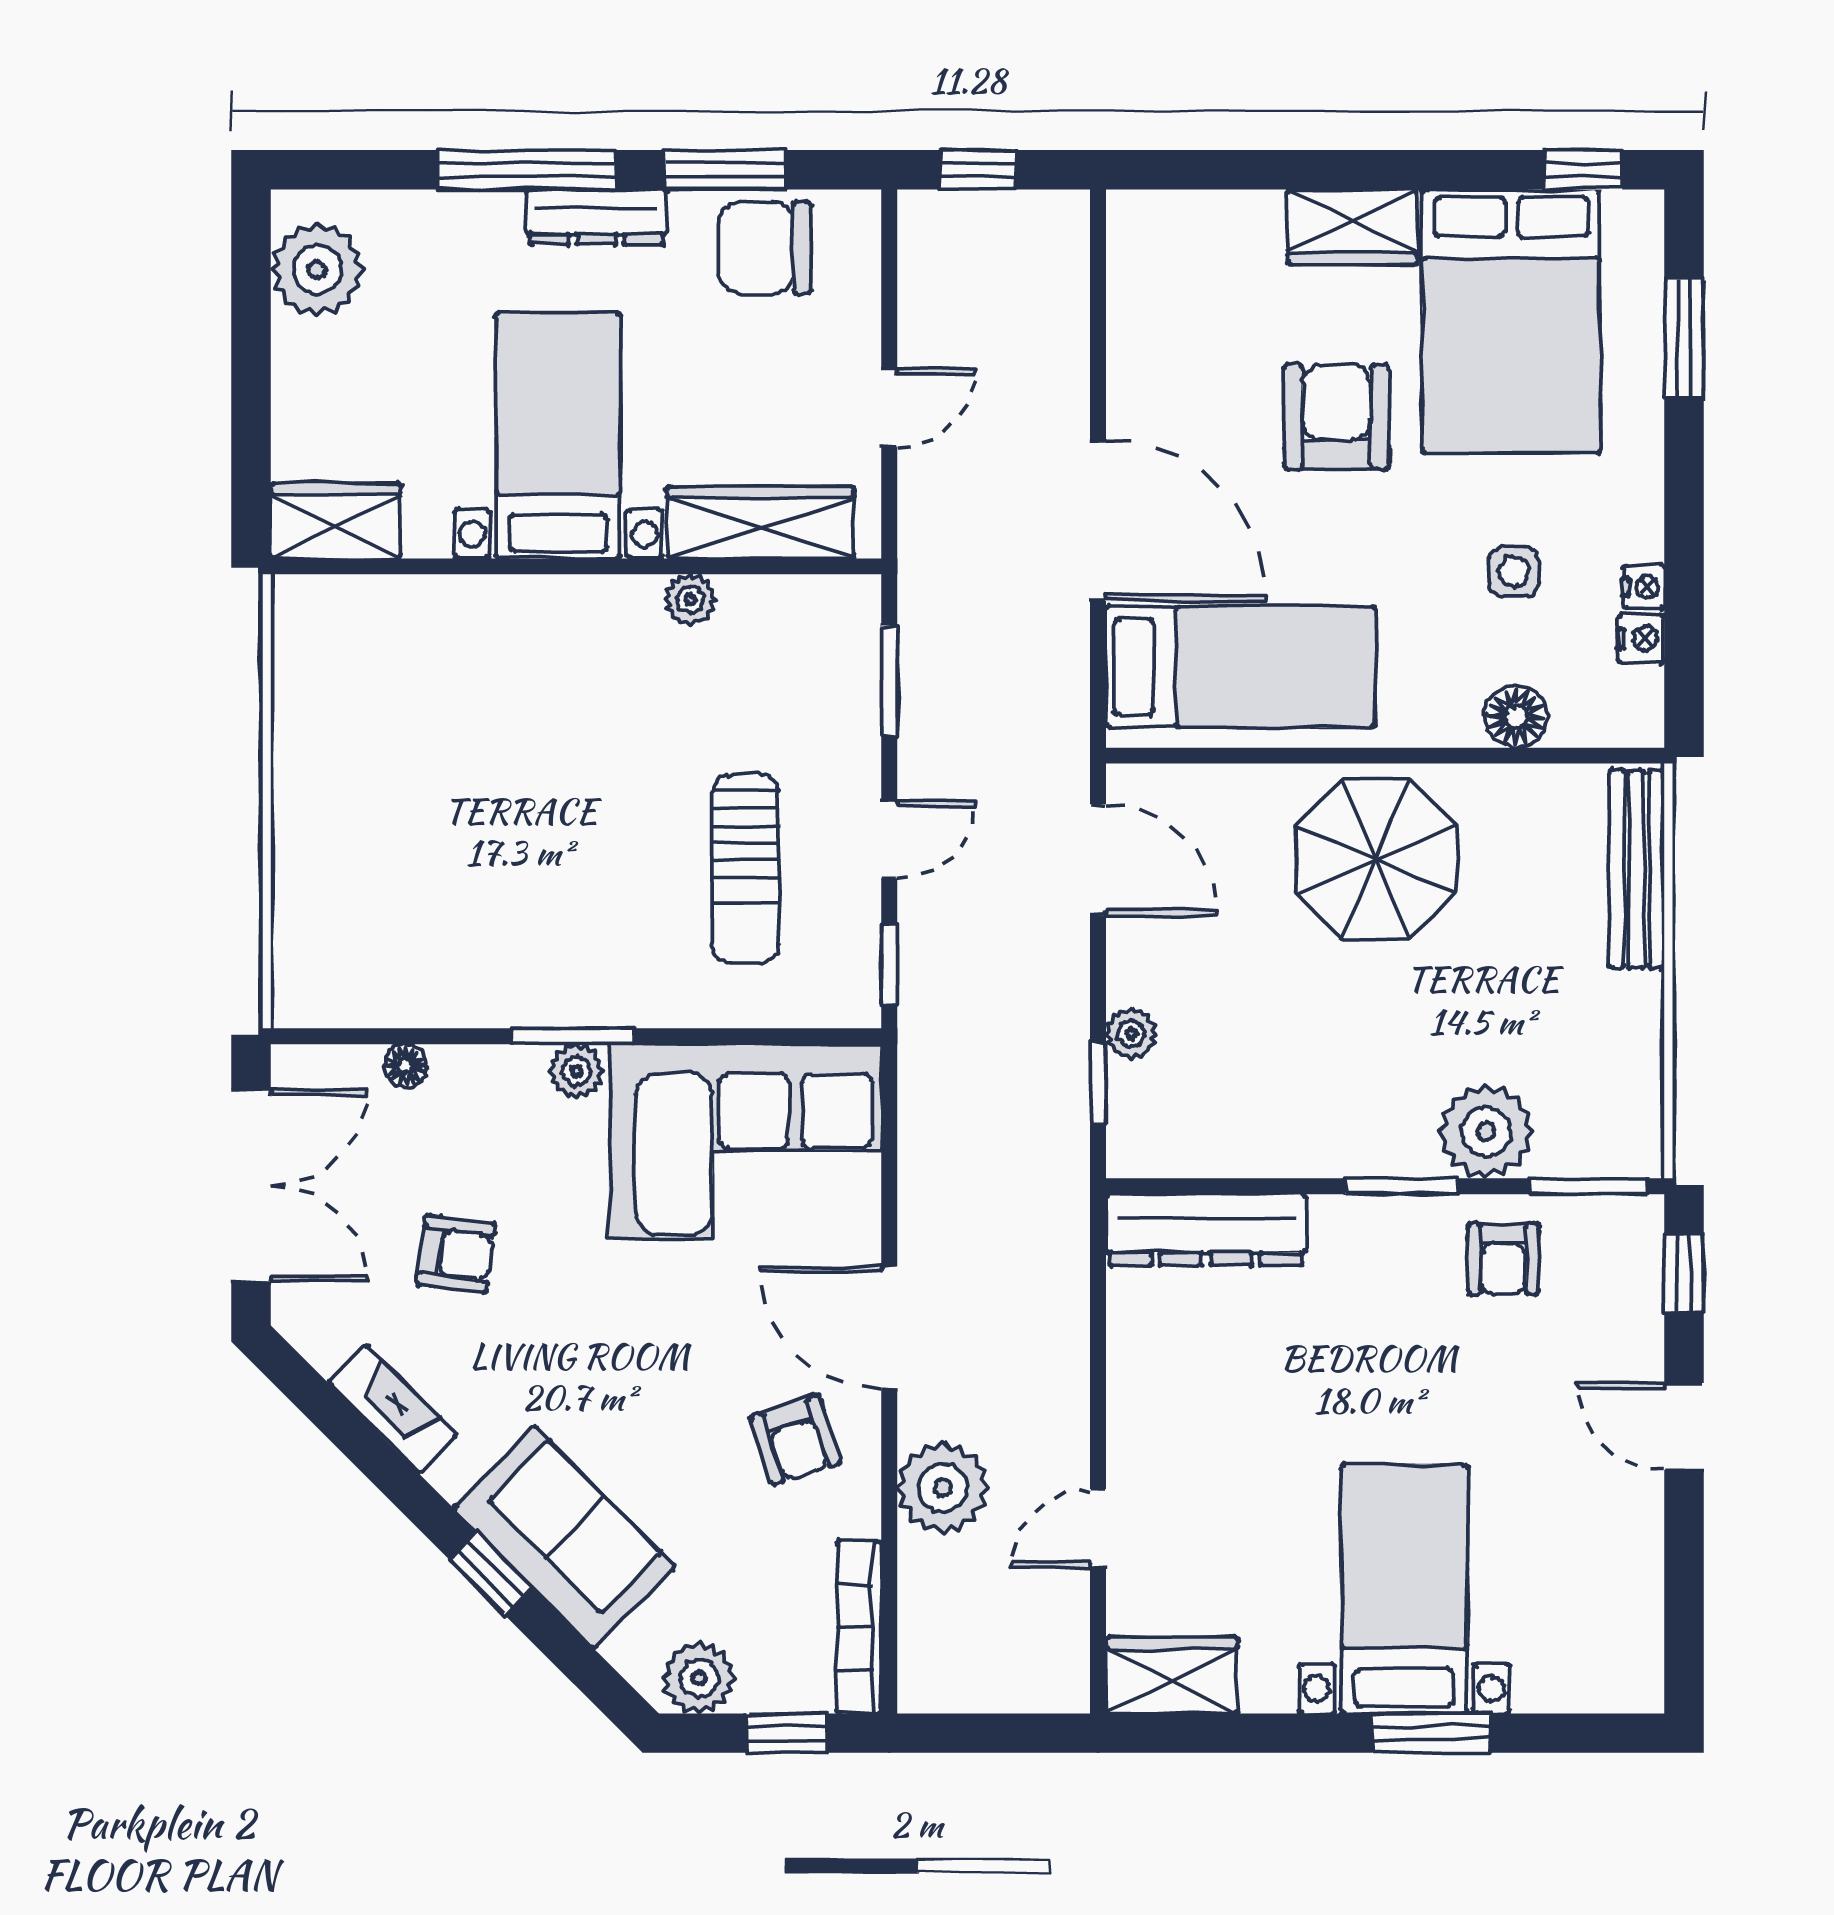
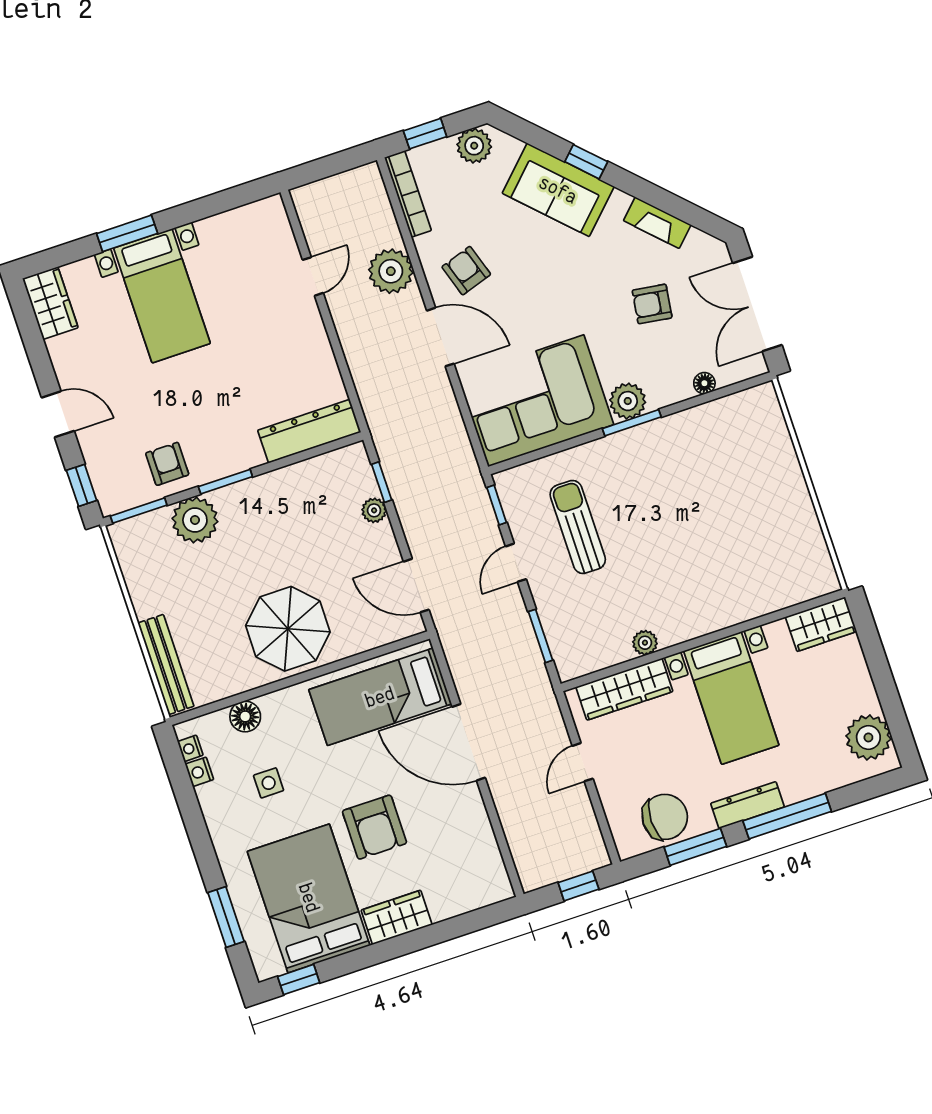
nightstand: (1644, 587) -> (190, 748), moved
plant: (577, 1071) -> (628, 401), width x1.38, depth x1.38
wardrobe: (1172, 1675) -> (50, 303), moved, turned -90

